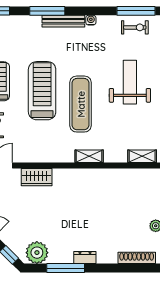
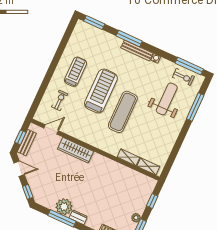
weight bench: (130, 82) -> (167, 99), moved
shelving: (89, 156) -> (128, 157), moved
wardrobe: (37, 177) -> (76, 150), width x1.50
plant: (37, 253) -> (64, 207), moved

